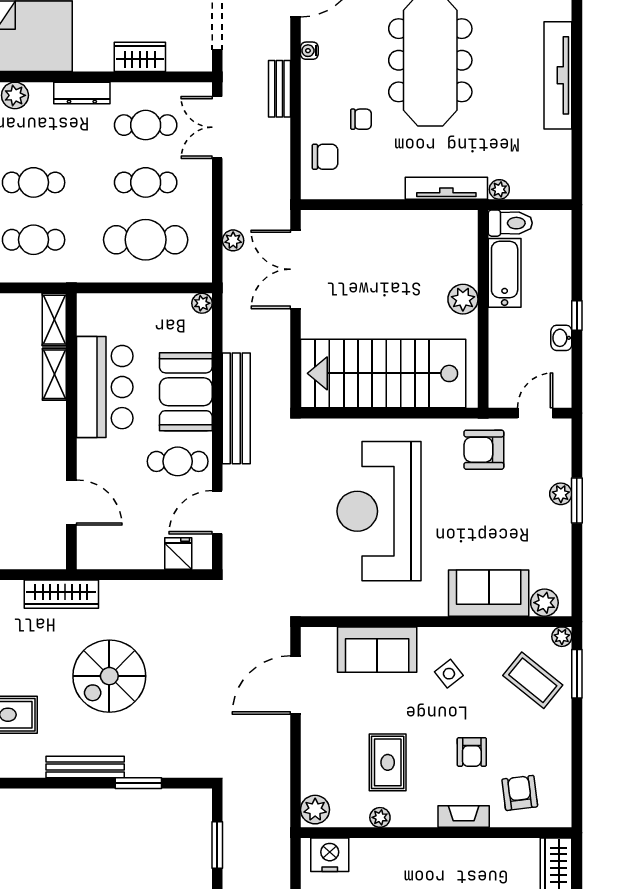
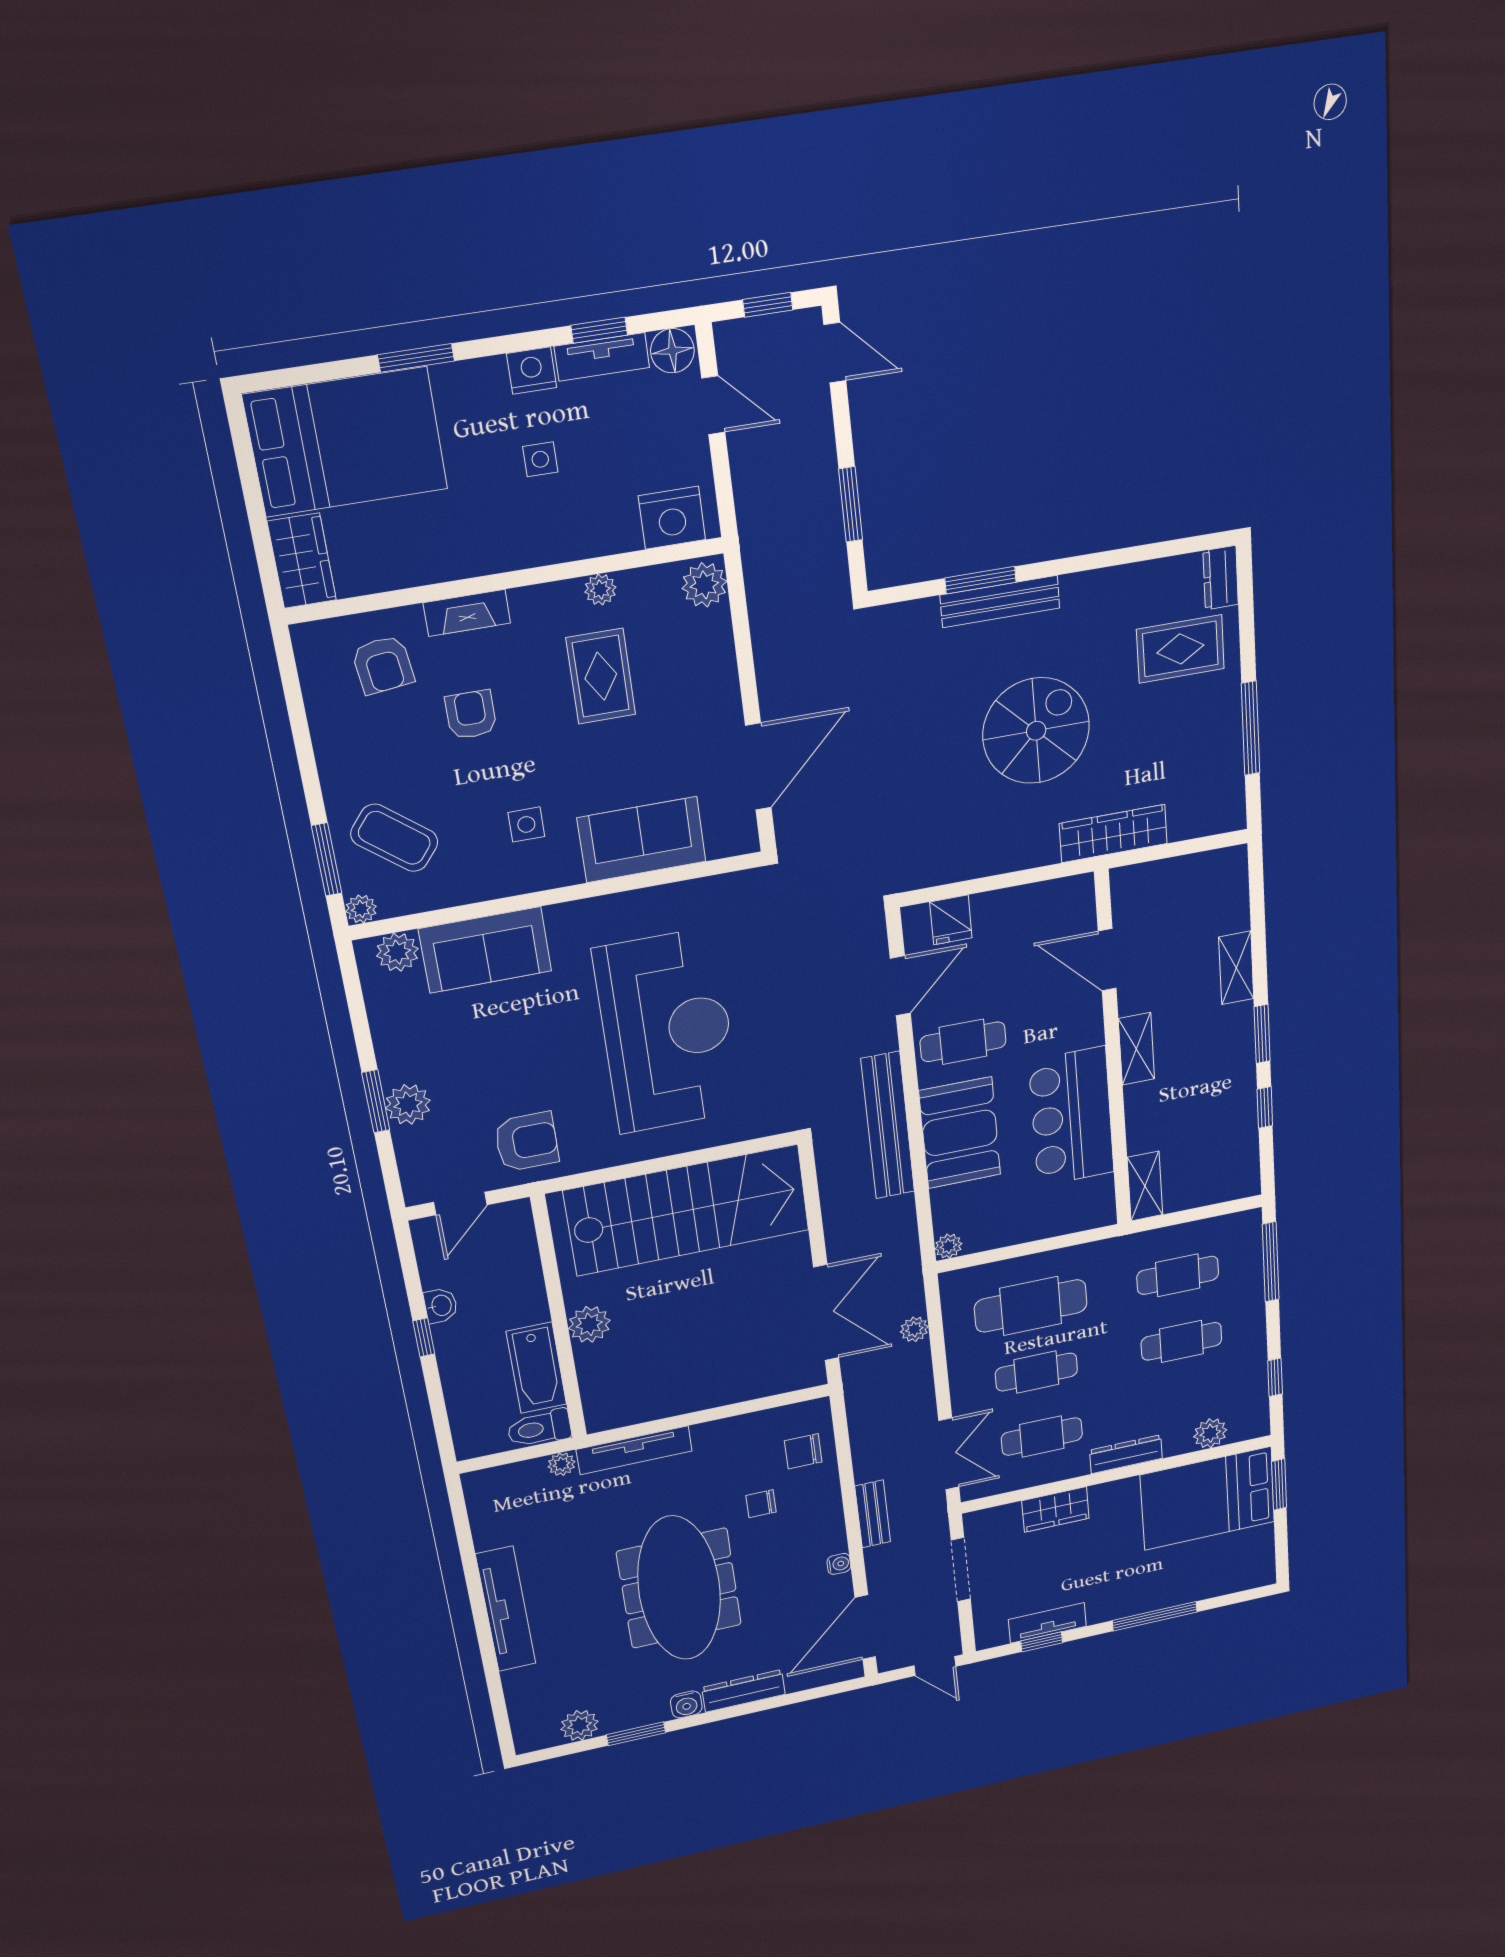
shelving: (54, 374) -> (1136, 1049), moved
plant: (561, 494) -> (408, 1104), width x1.38, depth x1.38
side table: (449, 674) -> (526, 824), turned 38
bench: (85, 767) -> (1000, 602), moved

